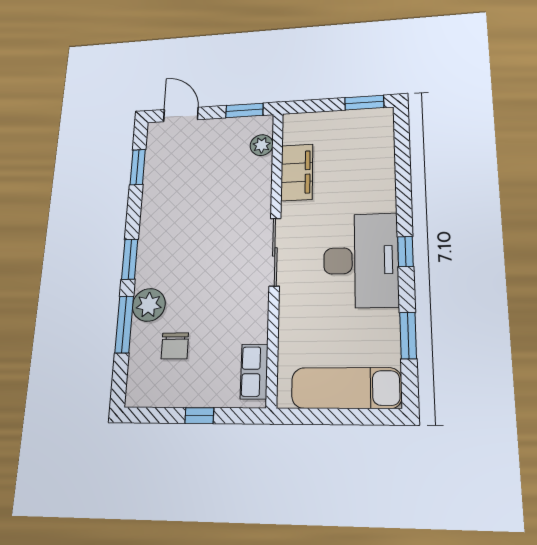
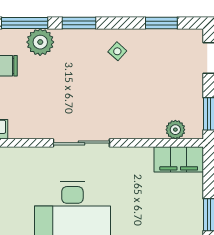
filing cabinet: (297, 172) -> (179, 159), moved
side table: (166, 214) -> (117, 51), added

